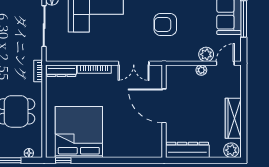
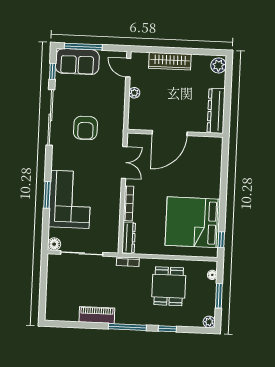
plant: (206, 54) -> (118, 87), removed
wardrobe: (233, 118) -> (170, 61), moved

